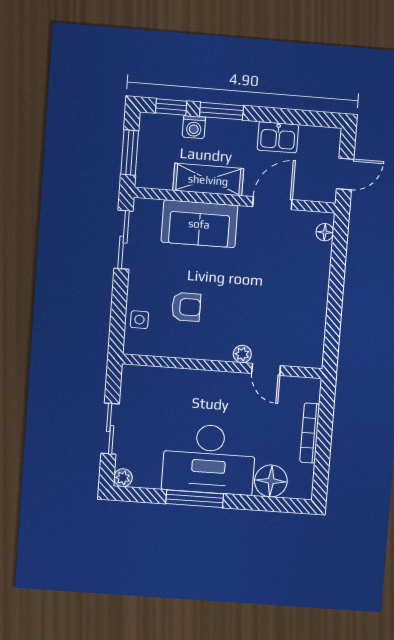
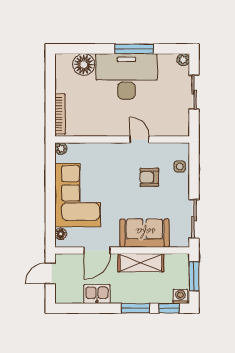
washing machine: (194, 127) -> (180, 296), moved
corner sofa: (295, 288) -> (78, 195), added
plant: (242, 354) -> (61, 149), moved
door: (266, 369) -> (139, 139), moved
bookcase: (310, 433) -> (60, 114), moved

